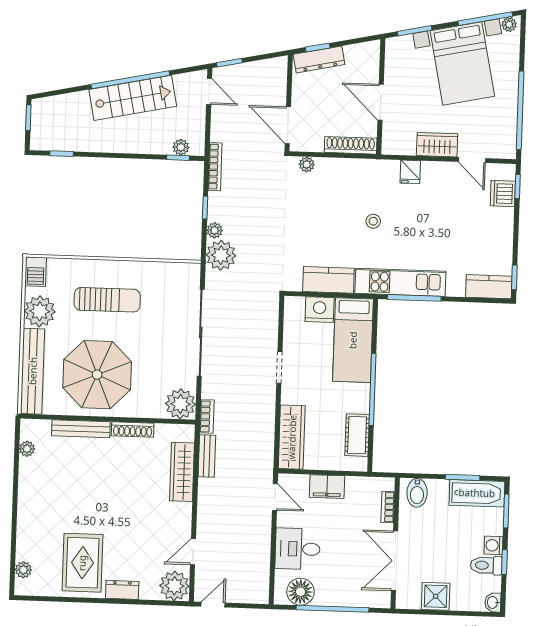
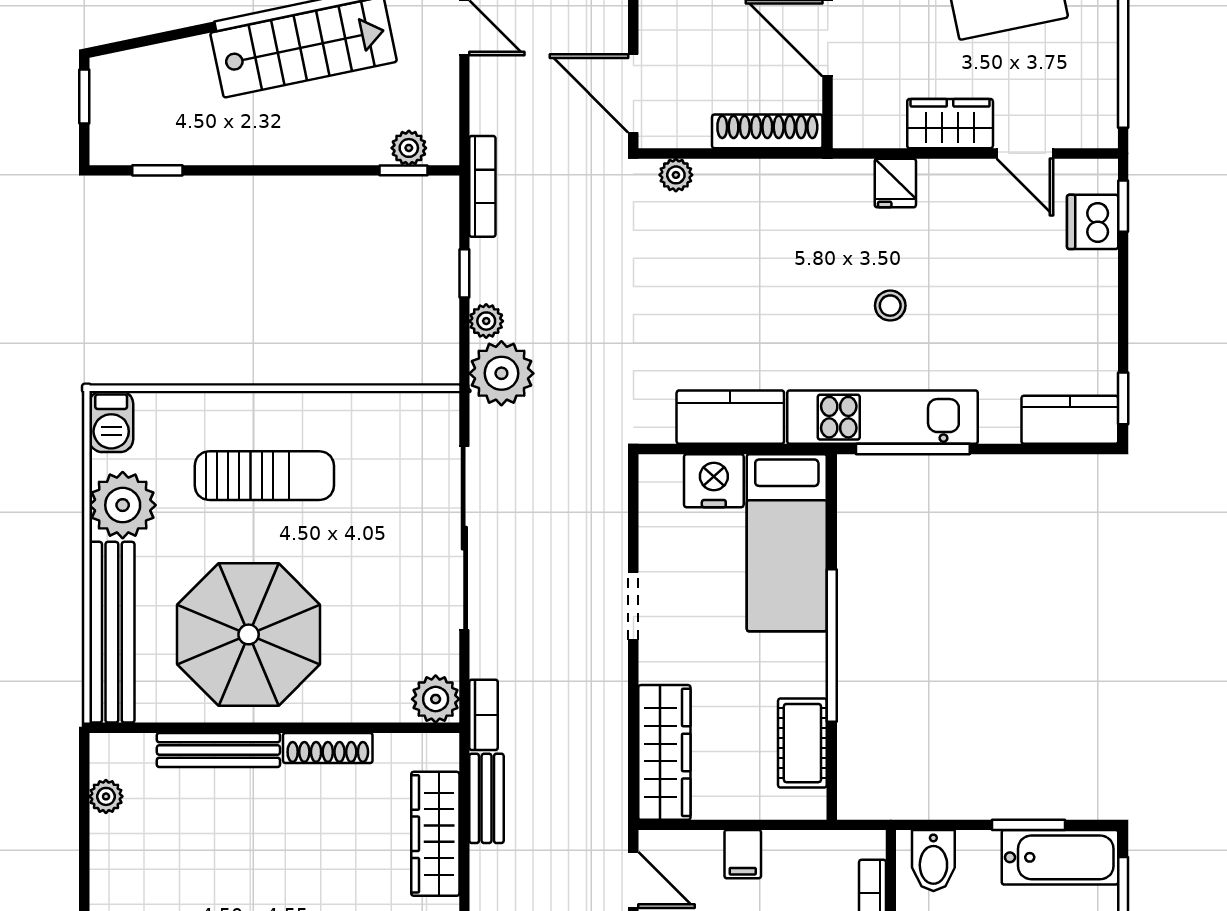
stool: (373, 221) -> (890, 306), moved
plant: (181, 404) -> (436, 699), width x0.73, depth x0.73
filing cabinet: (327, 487) -> (743, 854), width x0.50

